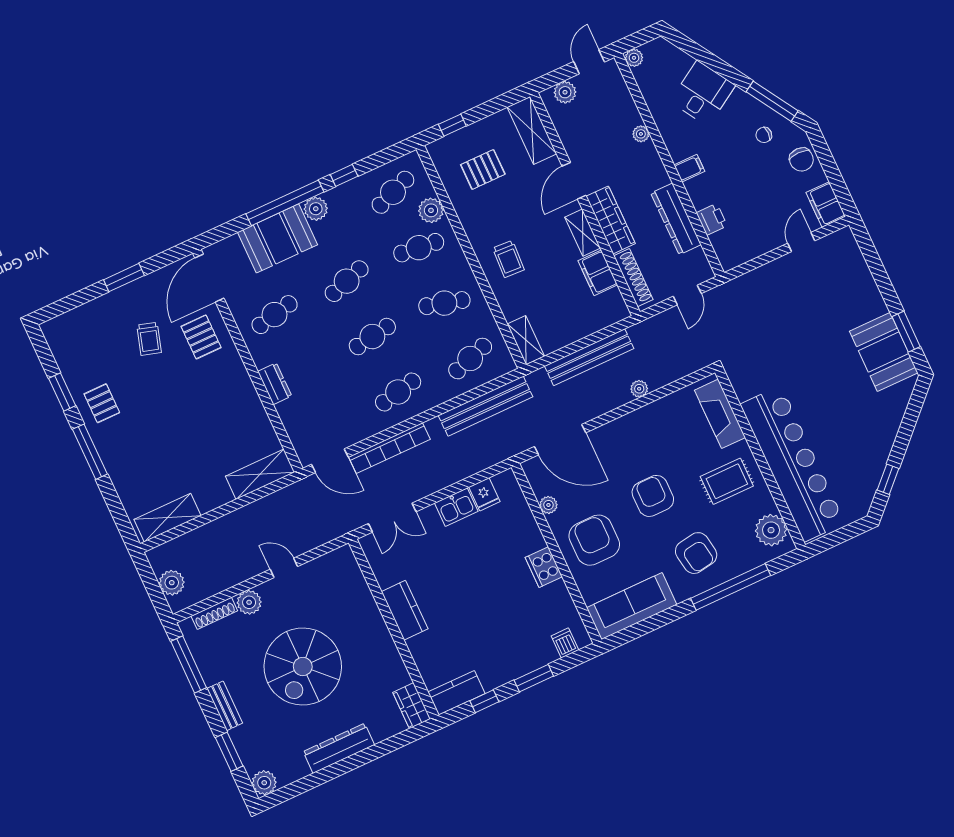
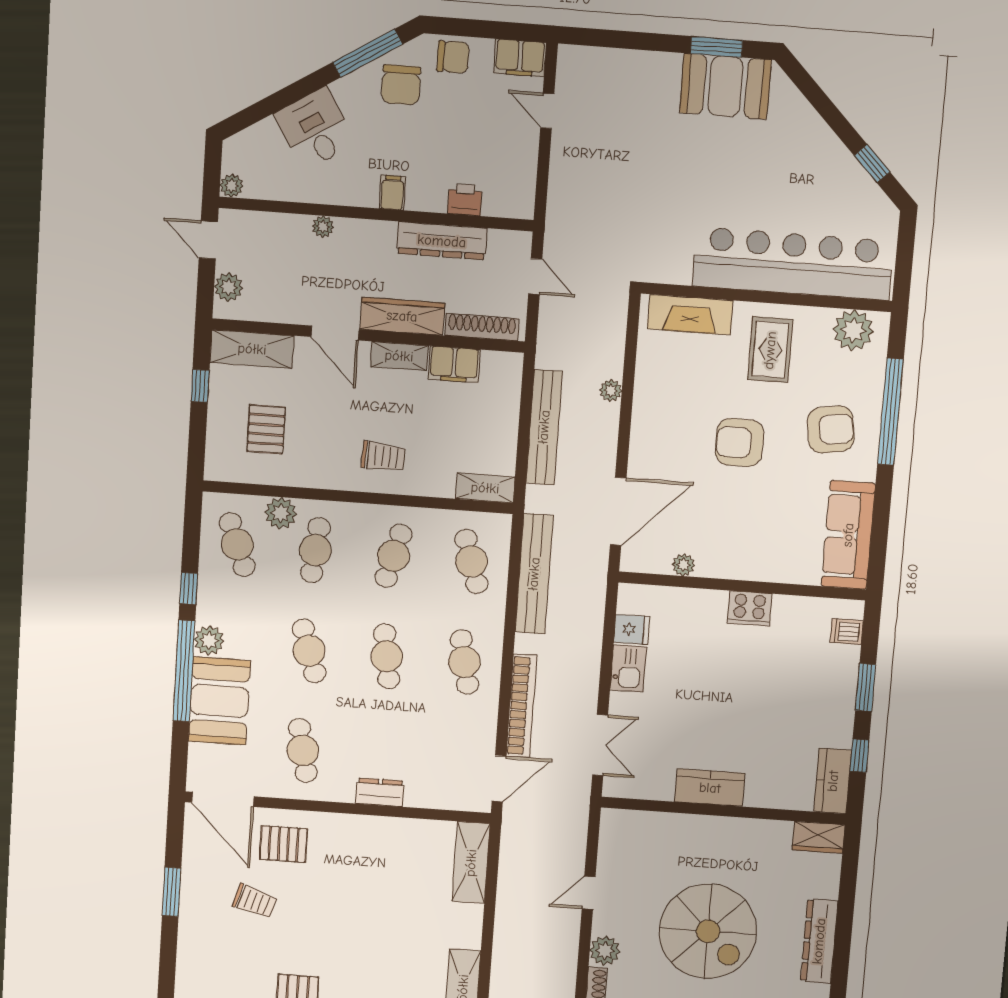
window: (452, 125) -> (200, 386), moved
chair: (764, 135) -> (401, 85), width x1.87, depth x1.87
armchair: (594, 540) -> (751, 536), removed

